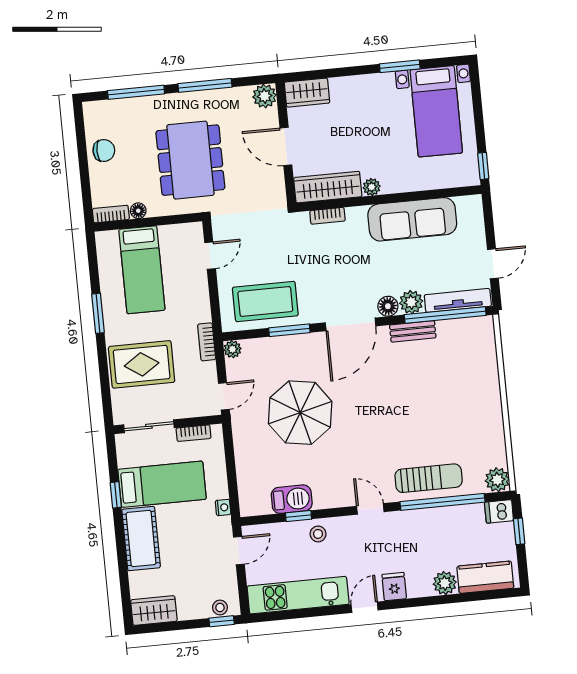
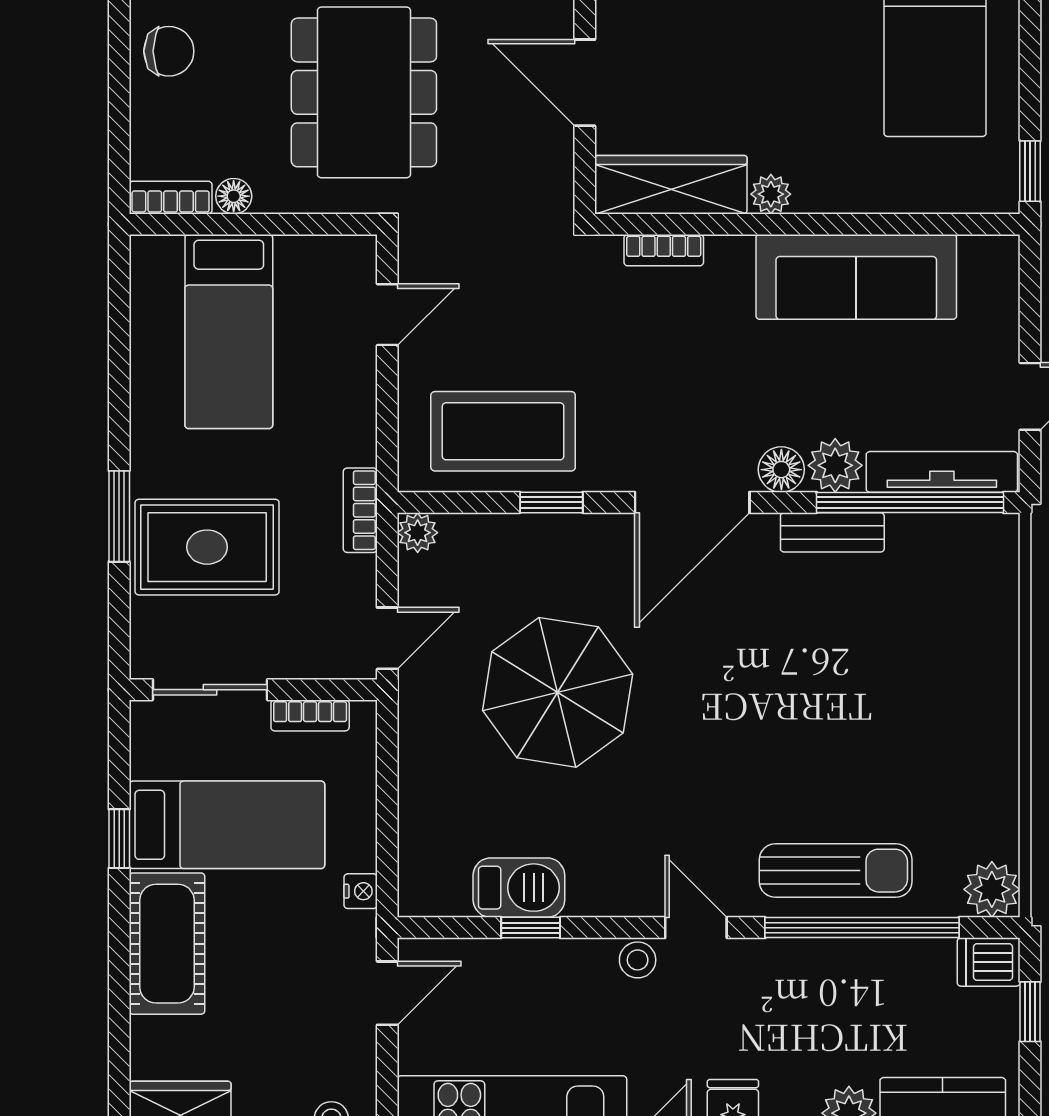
window: (98, 313) -> (119, 516), moved
window: (289, 330) -> (551, 502), width x0.67
stool: (318, 534) -> (638, 960), moved

